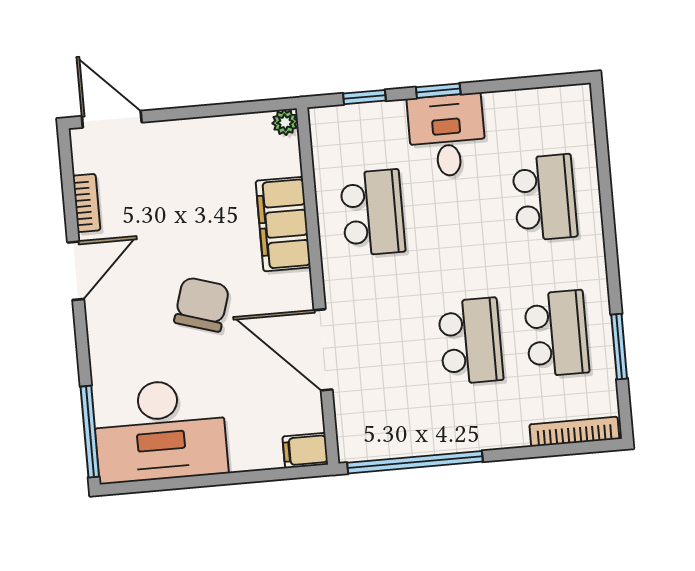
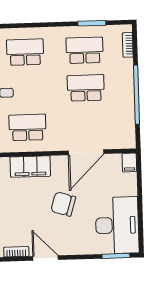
window: (90, 432) -> (116, 256), width x0.69
bookcase: (574, 432) -> (128, 45), width x0.64
window: (415, 462) -> (137, 95), moved

